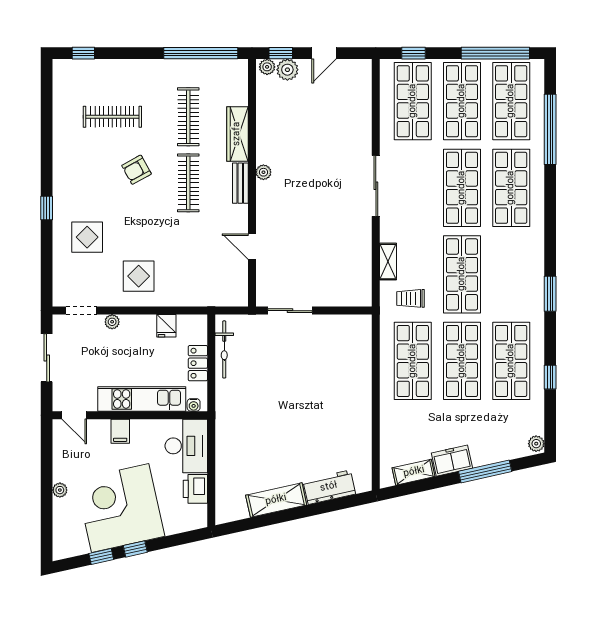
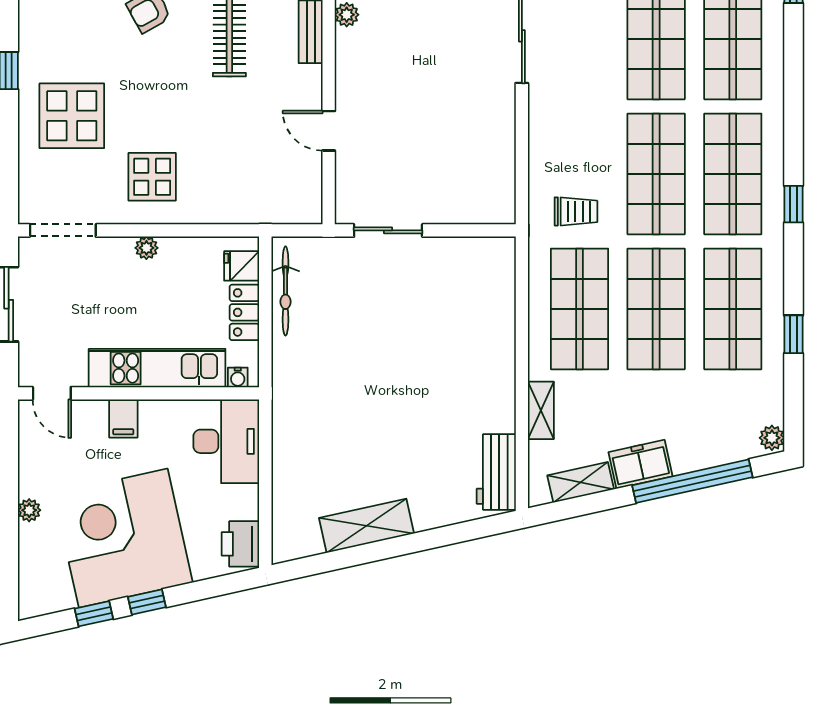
display table: (87, 237) -> (72, 116), width x1.36, depth x1.36
shelving: (388, 262) -> (541, 410), moved
shop shelf: (511, 274) -> (733, 174), added
window: (550, 294) -> (793, 204), width x0.67
trolley: (411, 298) -> (576, 211), turned 180
doorway: (81, 311) -> (63, 230), width x1.38
plant: (112, 322) -> (146, 248), moved
fridge: (166, 326) -> (242, 266), moved, turned 90
window: (485, 471) -> (692, 481), width x1.46
workbench: (329, 487) -> (496, 472), moved, turned -78
printer: (195, 489) -> (240, 544), moved

